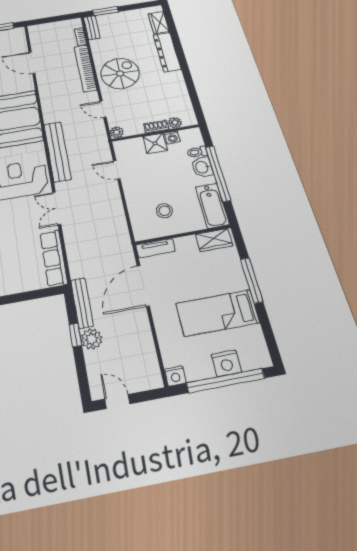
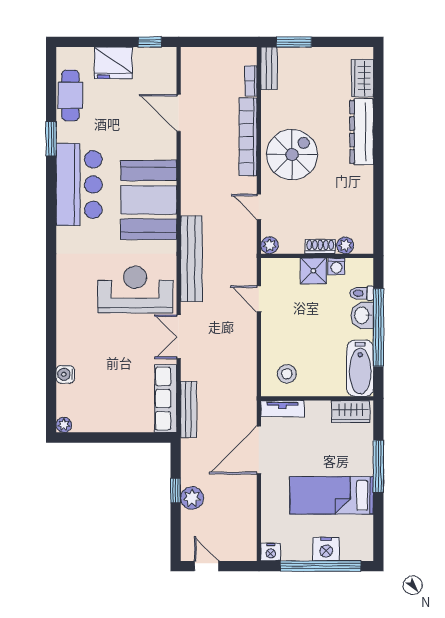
stool: (164, 211) -> (287, 374), moved
bench: (82, 303) -> (189, 409), moved

